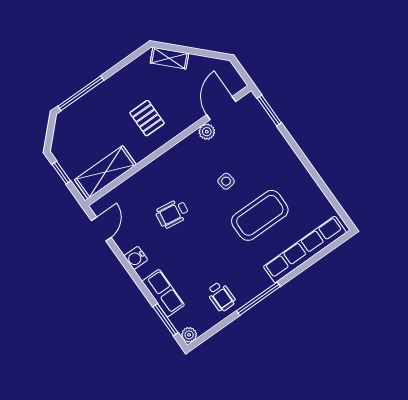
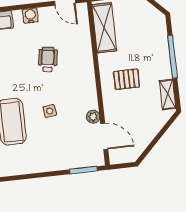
shelving: (169, 58) -> (168, 94), moved, turned -45
window: (81, 93) -> (172, 57), moved

